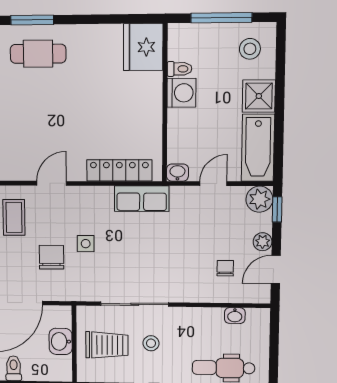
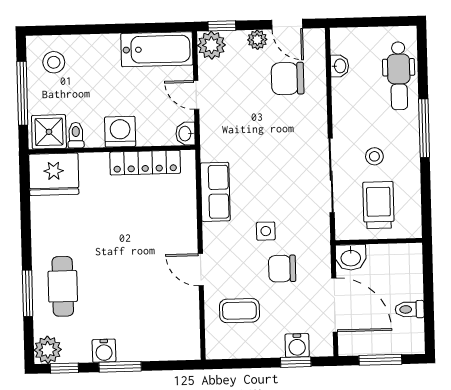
washing machine: (181, 93) -> (120, 132), moved
shower: (259, 96) -> (49, 132), moved
locker: (119, 170) -> (145, 163), moved, turned -90
row of seats: (142, 199) -> (215, 192), moved
chair: (225, 268) -> (288, 78), width x1.87, depth x1.87
washbasin: (61, 341) -> (351, 257), moved

